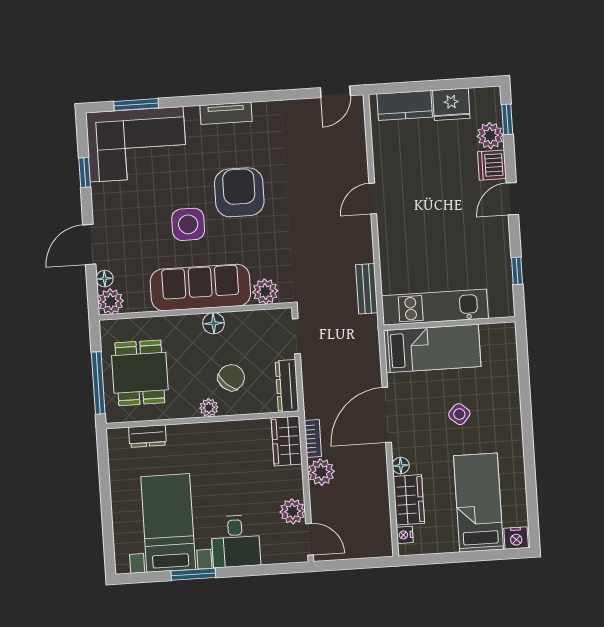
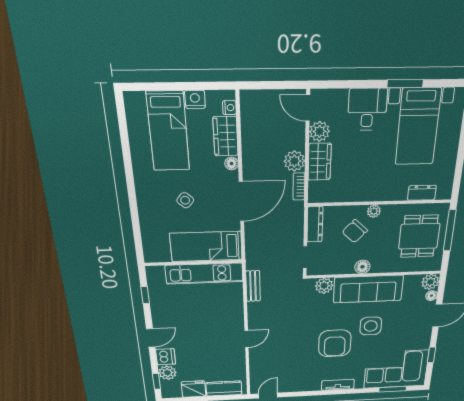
wardrobe: (287, 441) -> (320, 162), moved
nightstand: (516, 538) -> (195, 99), moved

